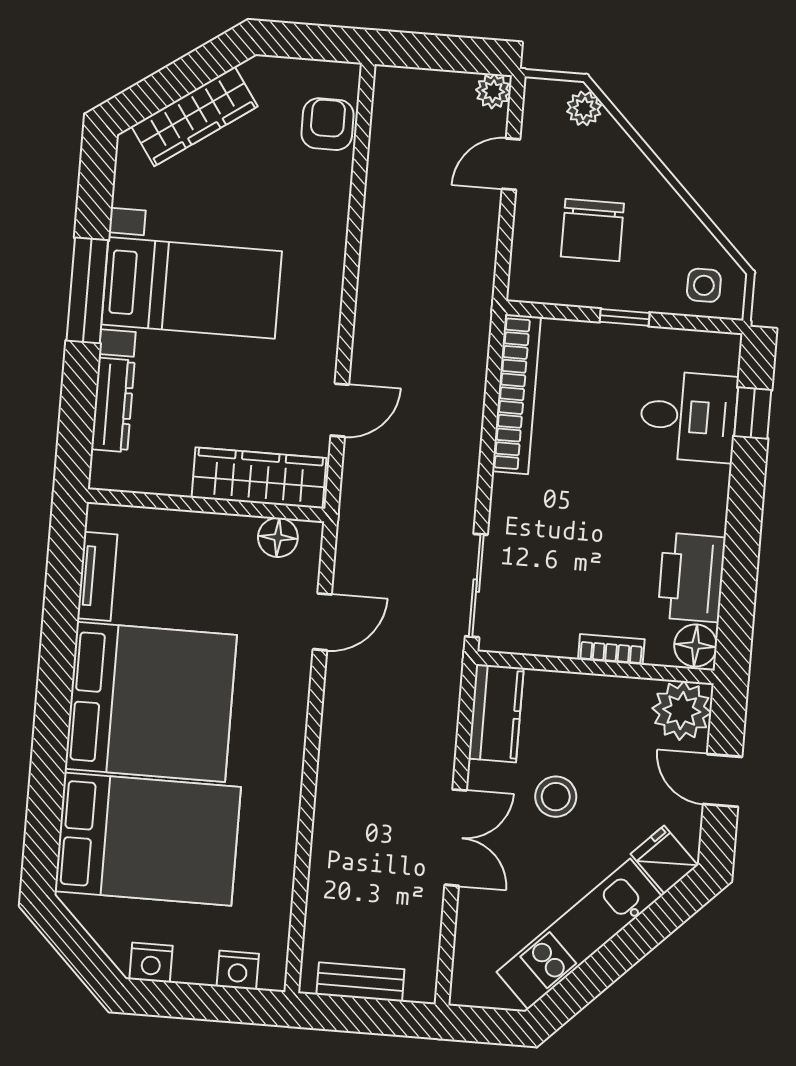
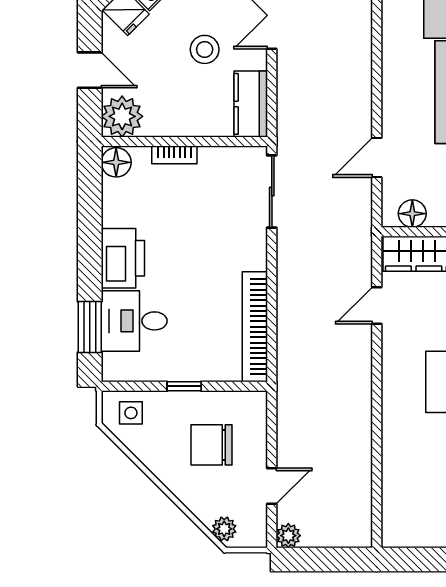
armchair: (327, 124) -> (401, 503), removed
chair: (592, 230) -> (212, 445), turned -90
window: (753, 413) -> (90, 327), width x1.50
printer: (692, 577) -> (123, 258), moved

